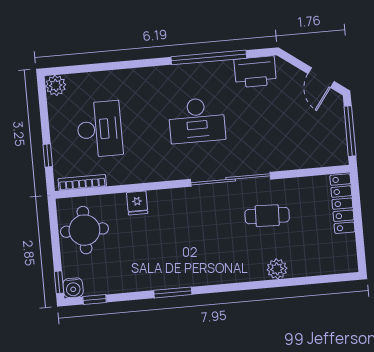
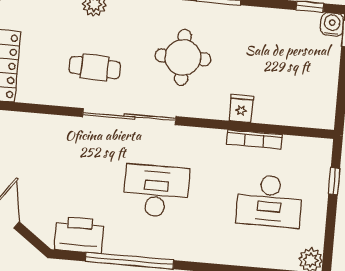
desk: (100, 129) -> (269, 201), turned -90
bookcase: (82, 183) -> (254, 139), moved
round table: (84, 230) -> (183, 57), moved

